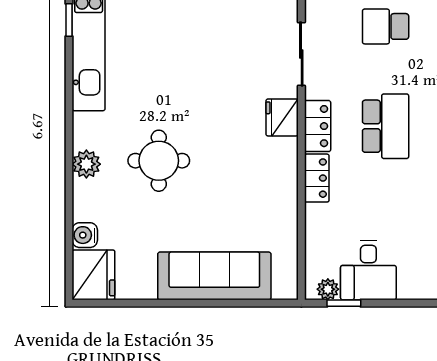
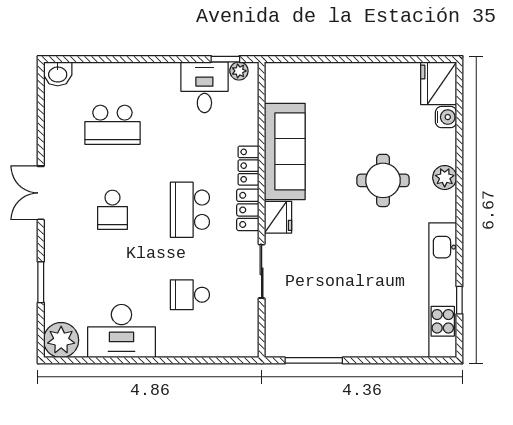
school desk: (386, 26) -> (190, 295), turned 180
sofa: (214, 276) -> (285, 151), moved, turned -90

